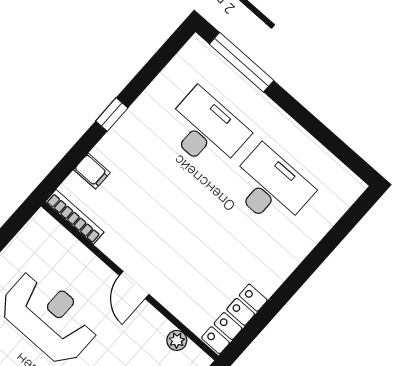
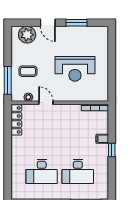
filing cabinet: (92, 171) -> (102, 139), moved
door: (134, 285) -> (46, 103), moved

